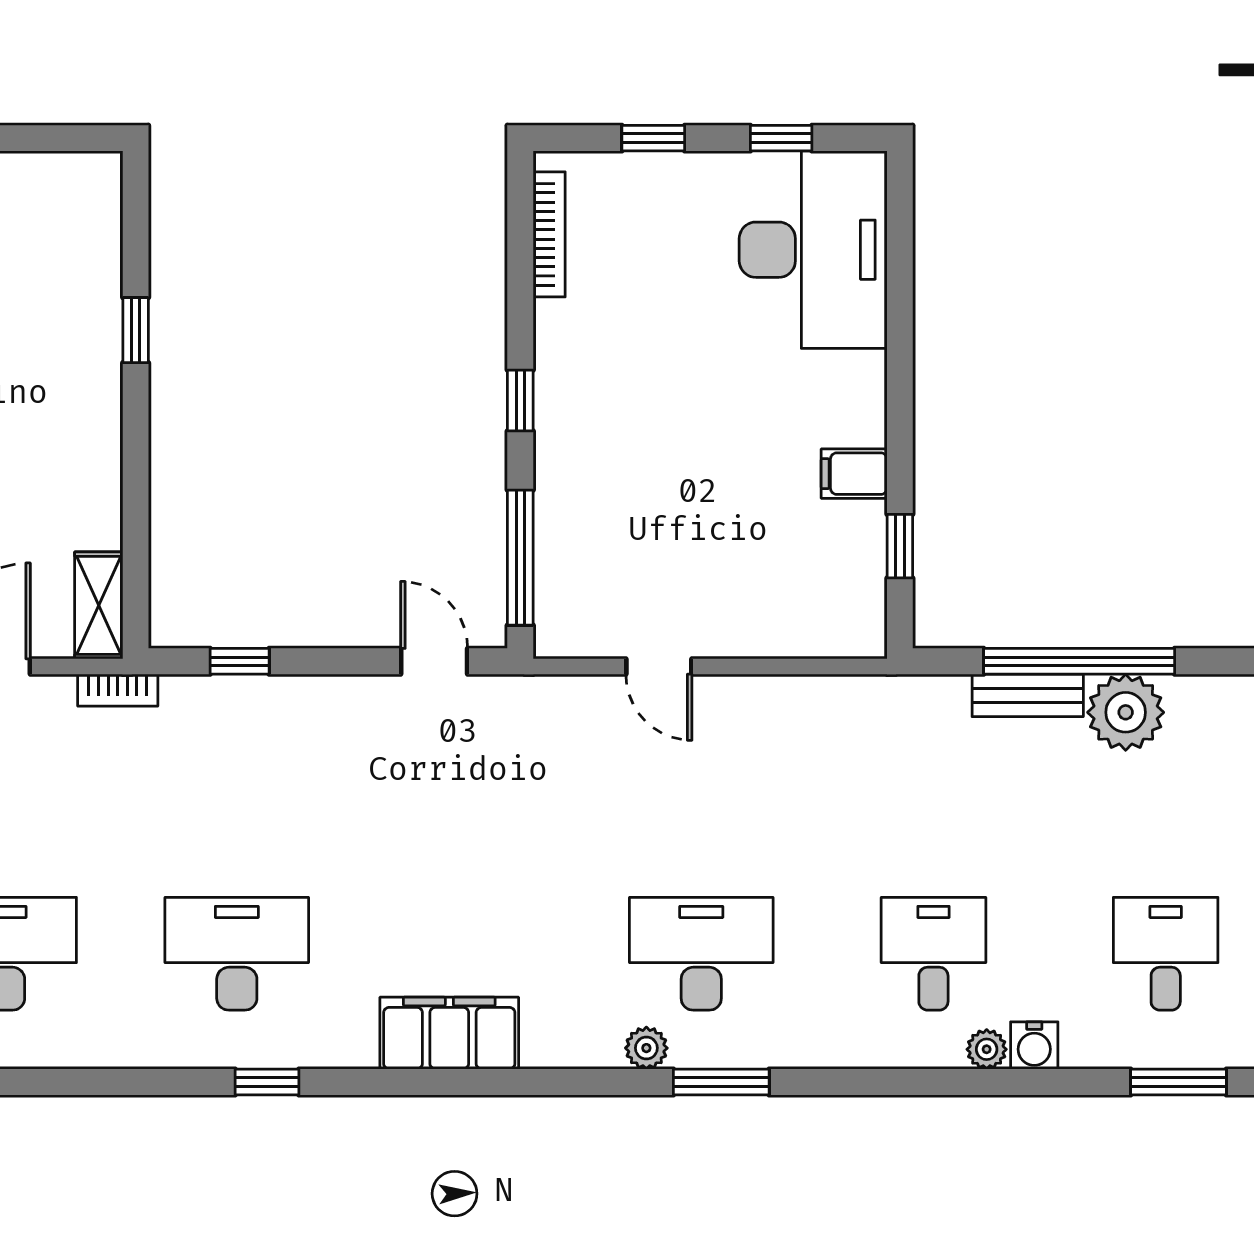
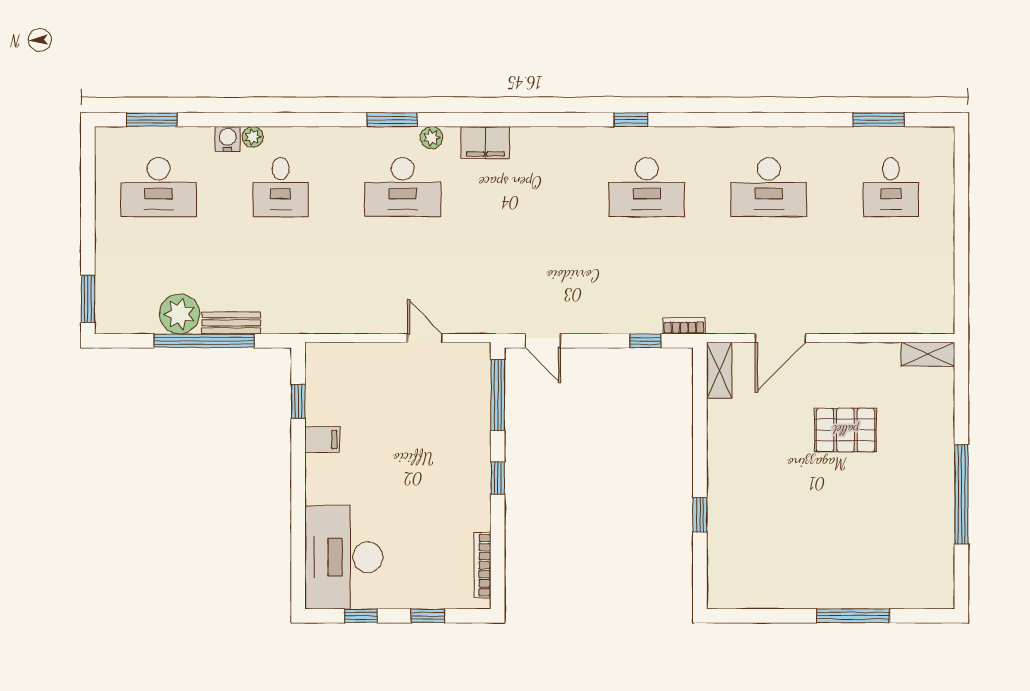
bookcase: (118, 690) -> (684, 326), moved
desk: (1166, 954) -> (159, 187), width x1.37
filing cabinet: (449, 1033) -> (485, 143), moved, width x0.67, depth x0.86

